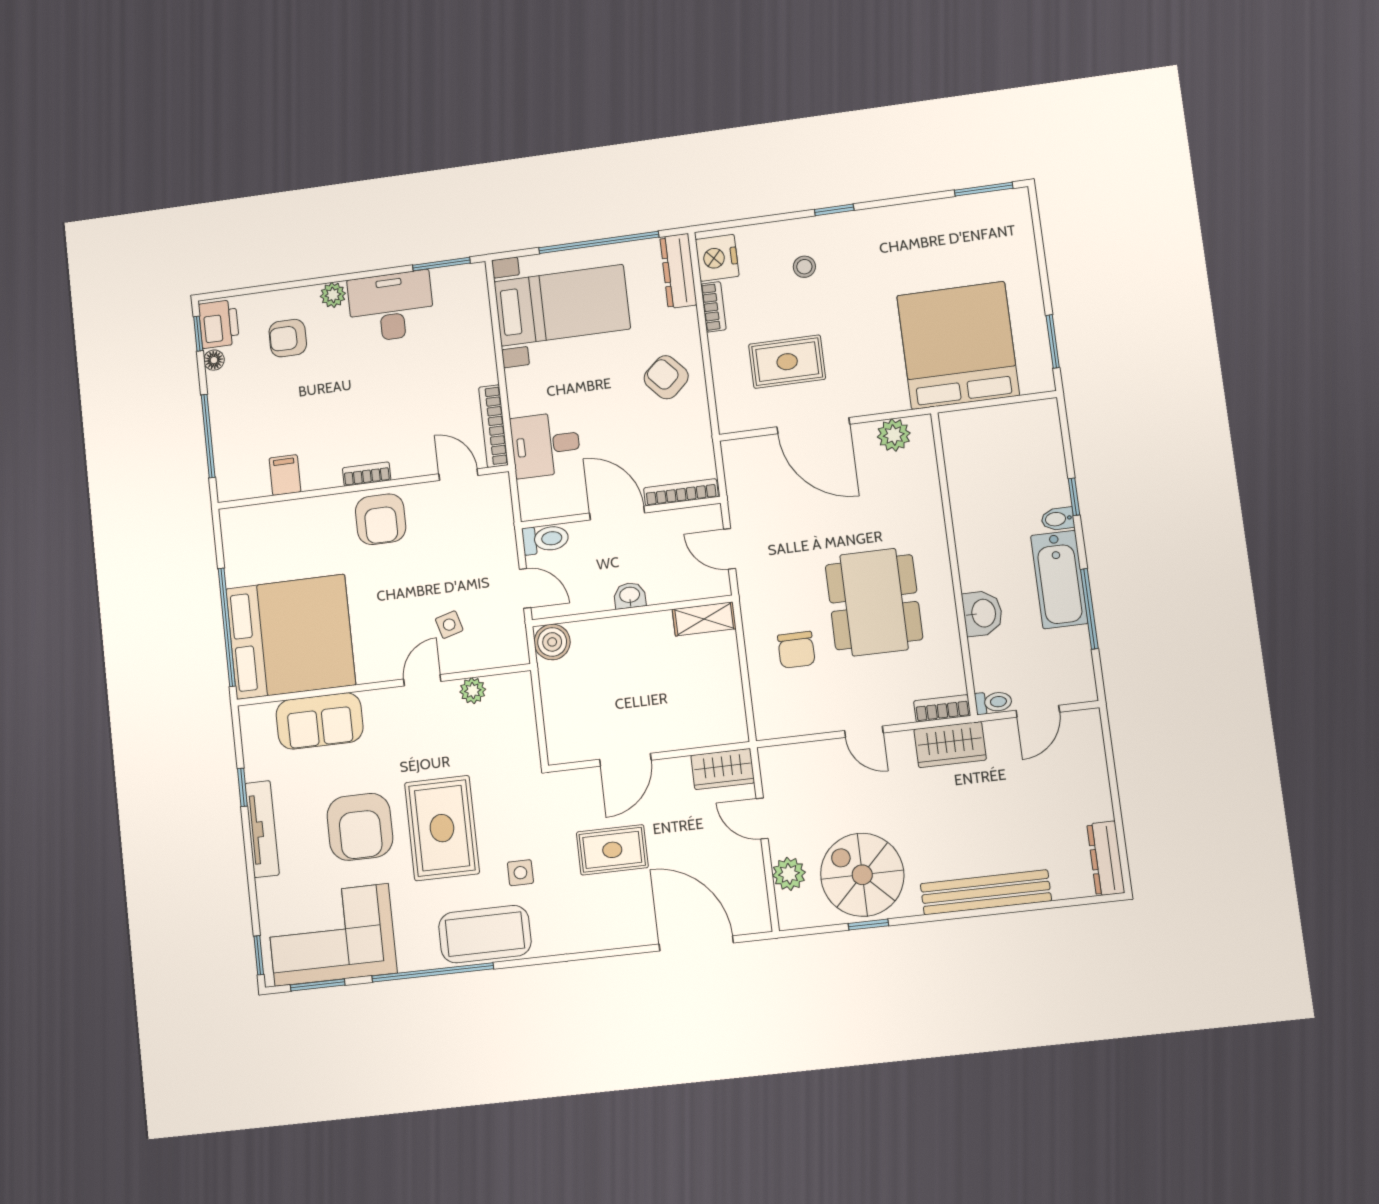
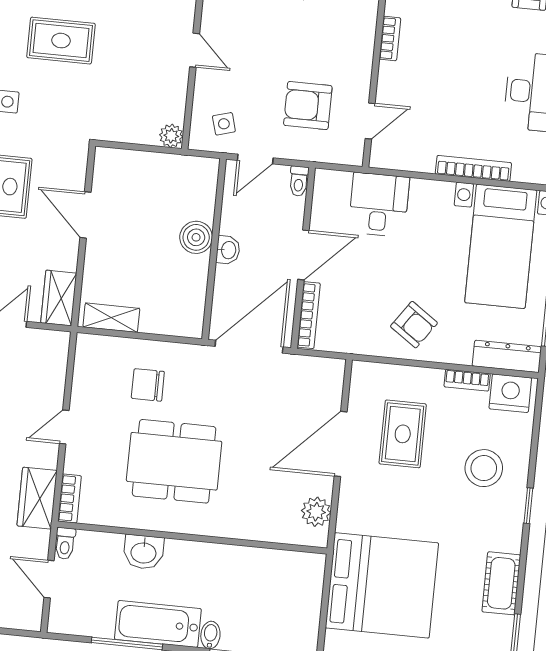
cot: (925, 218) -> (501, 583), added
stool: (804, 267) -> (484, 468), width x1.89, depth x1.89
armchair: (666, 377) -> (414, 325), turned 77
bookcase: (493, 426) -> (473, 168), moved
armchair: (381, 519) -> (308, 106), moved
toilet: (545, 539) -> (299, 181), width x0.73, depth x0.72
door: (730, 549) -> (249, 347), width x1.88
shelving: (704, 619) -> (111, 318), moved, turned 90
side table: (449, 625) -> (224, 124), moved
boiler: (552, 642) -> (196, 237), moved
plant: (473, 691) -> (171, 136), moved
rug: (442, 828) -> (61, 41), width x0.73, depth x0.70

